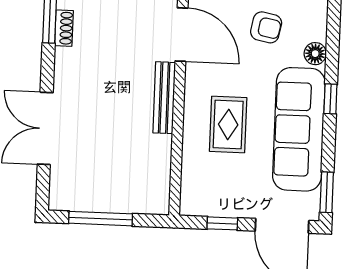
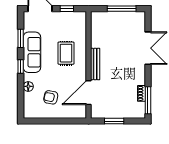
door: (181, 35) -> (89, 93), hinge flipped
sofa: (299, 129) -> (32, 52), width x0.74, depth x0.79
window: (327, 192) -> (21, 38), moved

